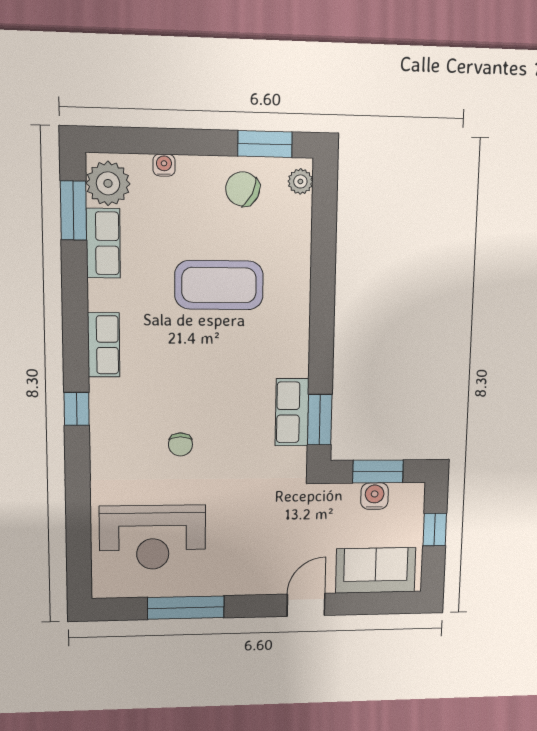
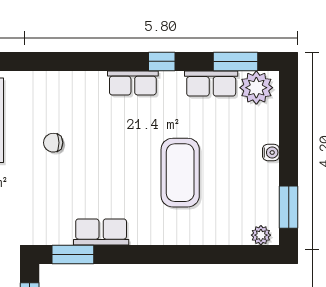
water cooler: (164, 165) -> (271, 152), moved
chair: (243, 189) -> (254, 190), removed
window: (77, 409) -> (162, 61), moved
row of seats: (292, 412) -> (101, 232), moved

